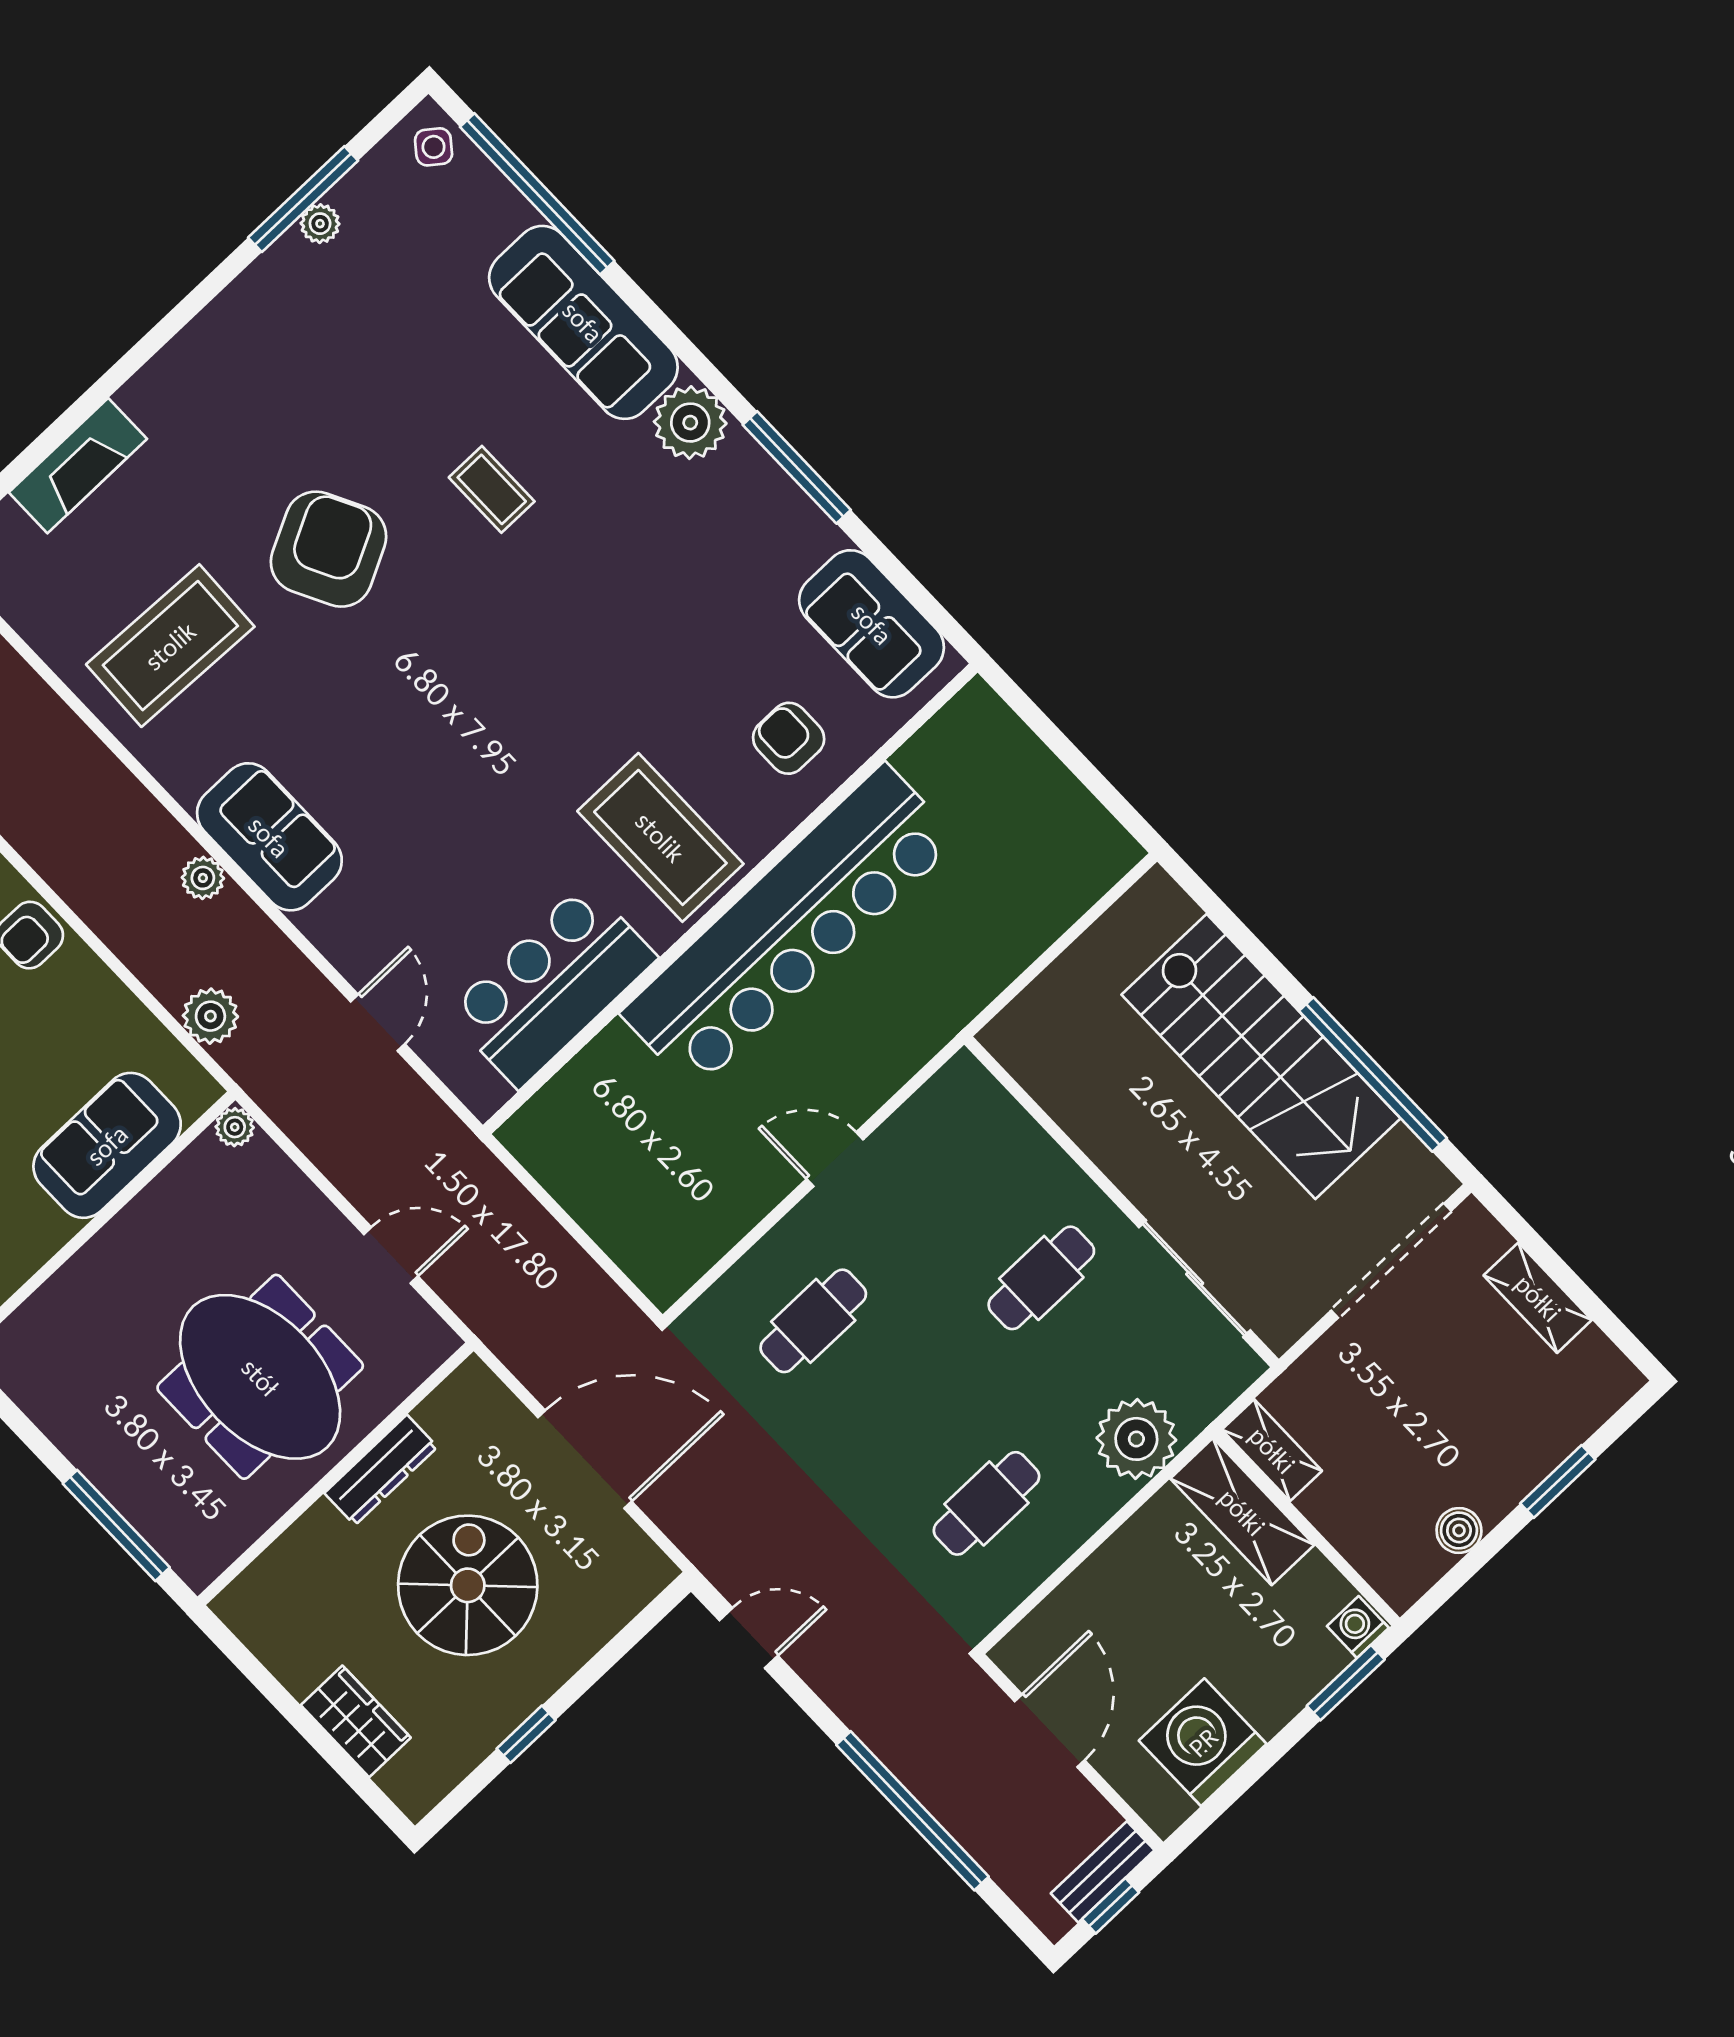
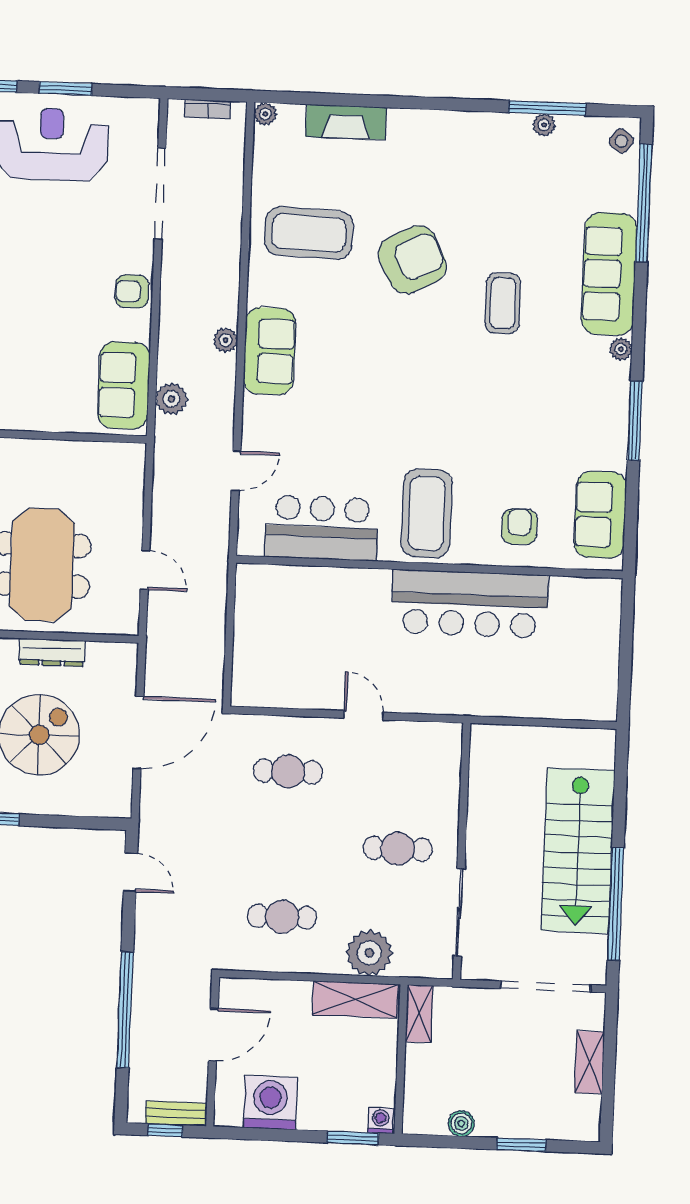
plant: (690, 423) -> (621, 349), width x0.53, depth x0.53
coffee table: (492, 489) -> (503, 303), width x1.36, depth x1.30
bar counter: (789, 927) -> (470, 604), width x0.73
plant: (235, 1127) -> (135, 454), removed
sofa: (107, 1145) -> (124, 385), moved, turned -90
door: (585, 1459) -> (138, 733), hinge flipped
shelving: (1242, 1512) -> (355, 1000), moved, turned 90

